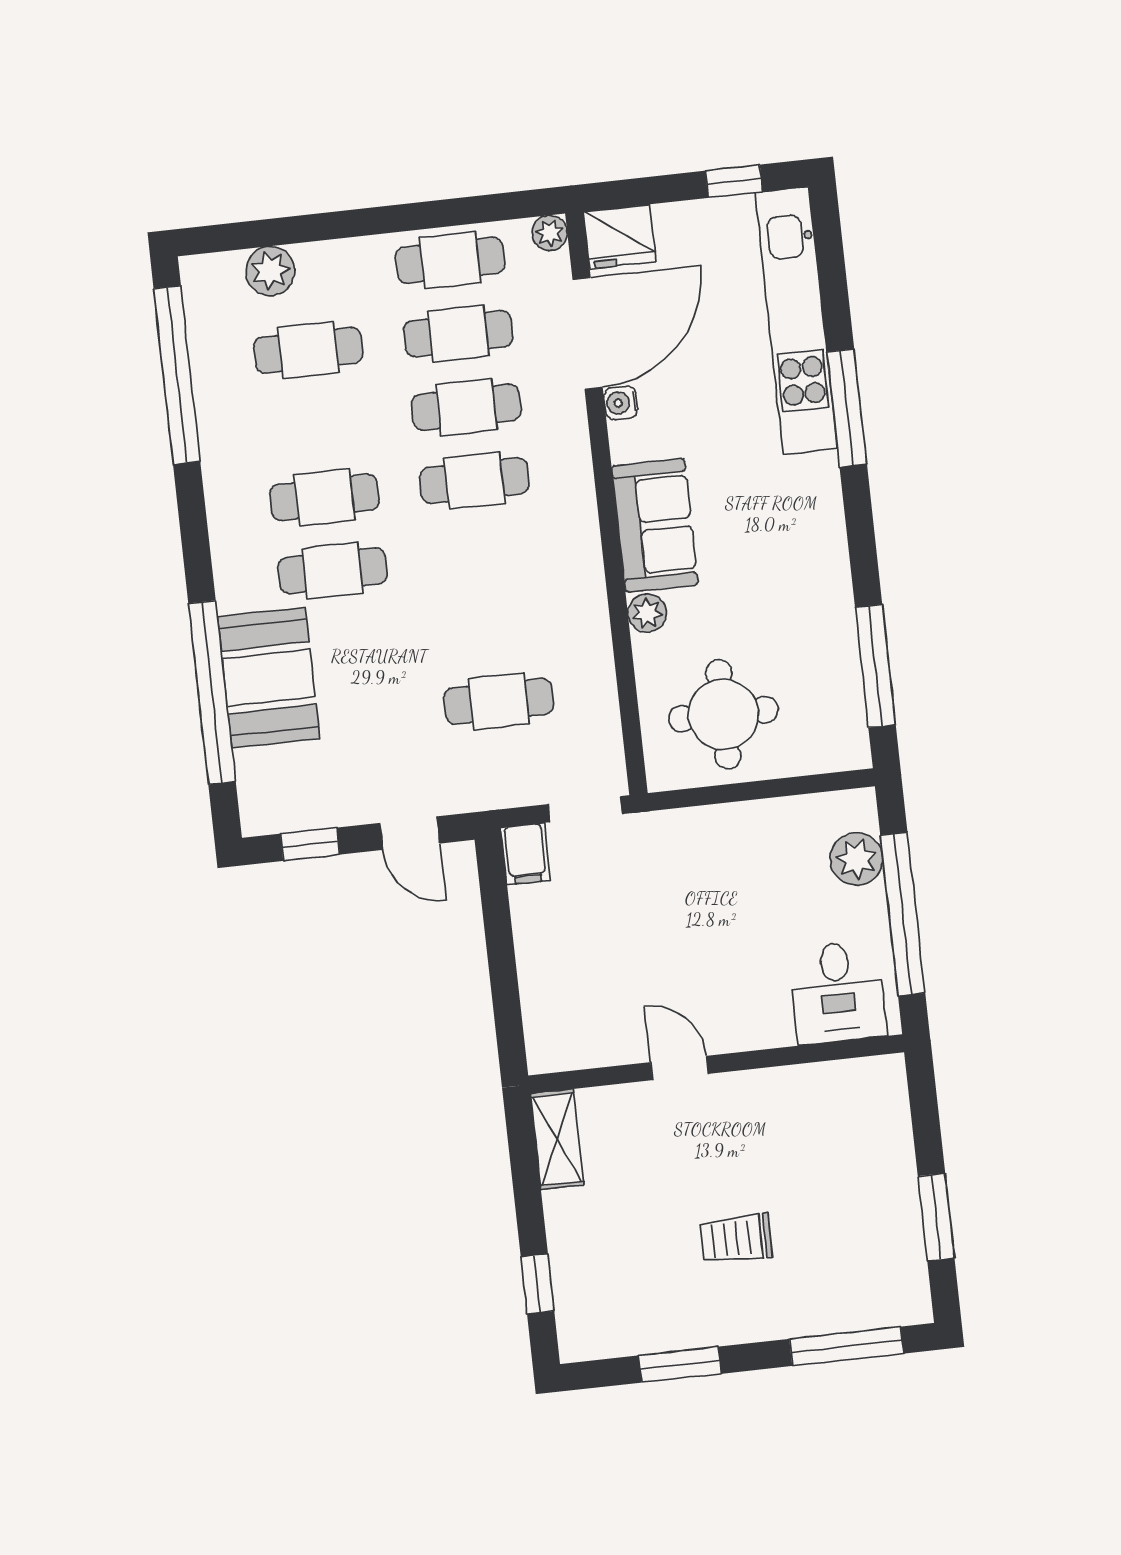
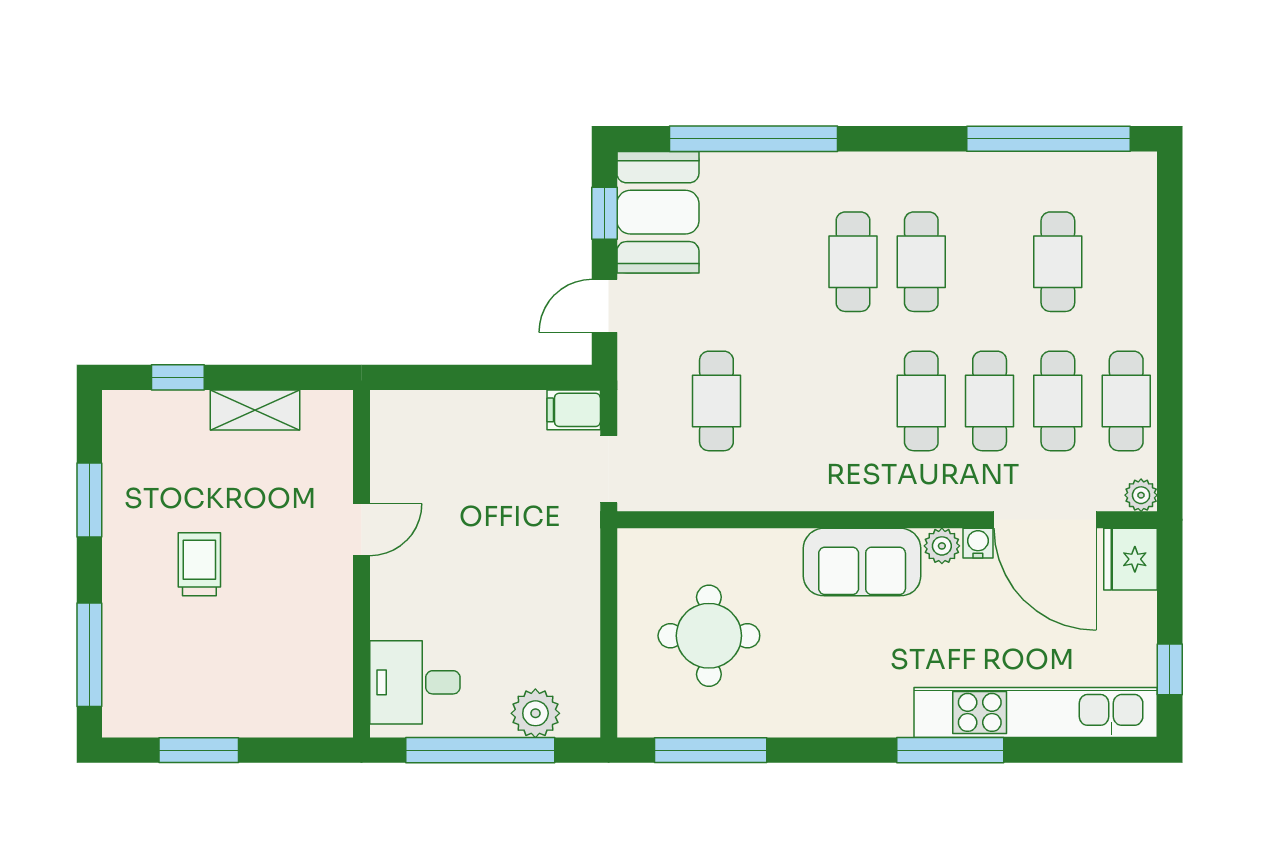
plant: (270, 271) -> (1135, 235), removed
plant: (647, 613) -> (942, 546), moved
booth: (269, 678) -> (658, 212), moved, turned 90
round table: (723, 714) -> (709, 636), moved
shelving: (557, 1139) -> (255, 410), moved

